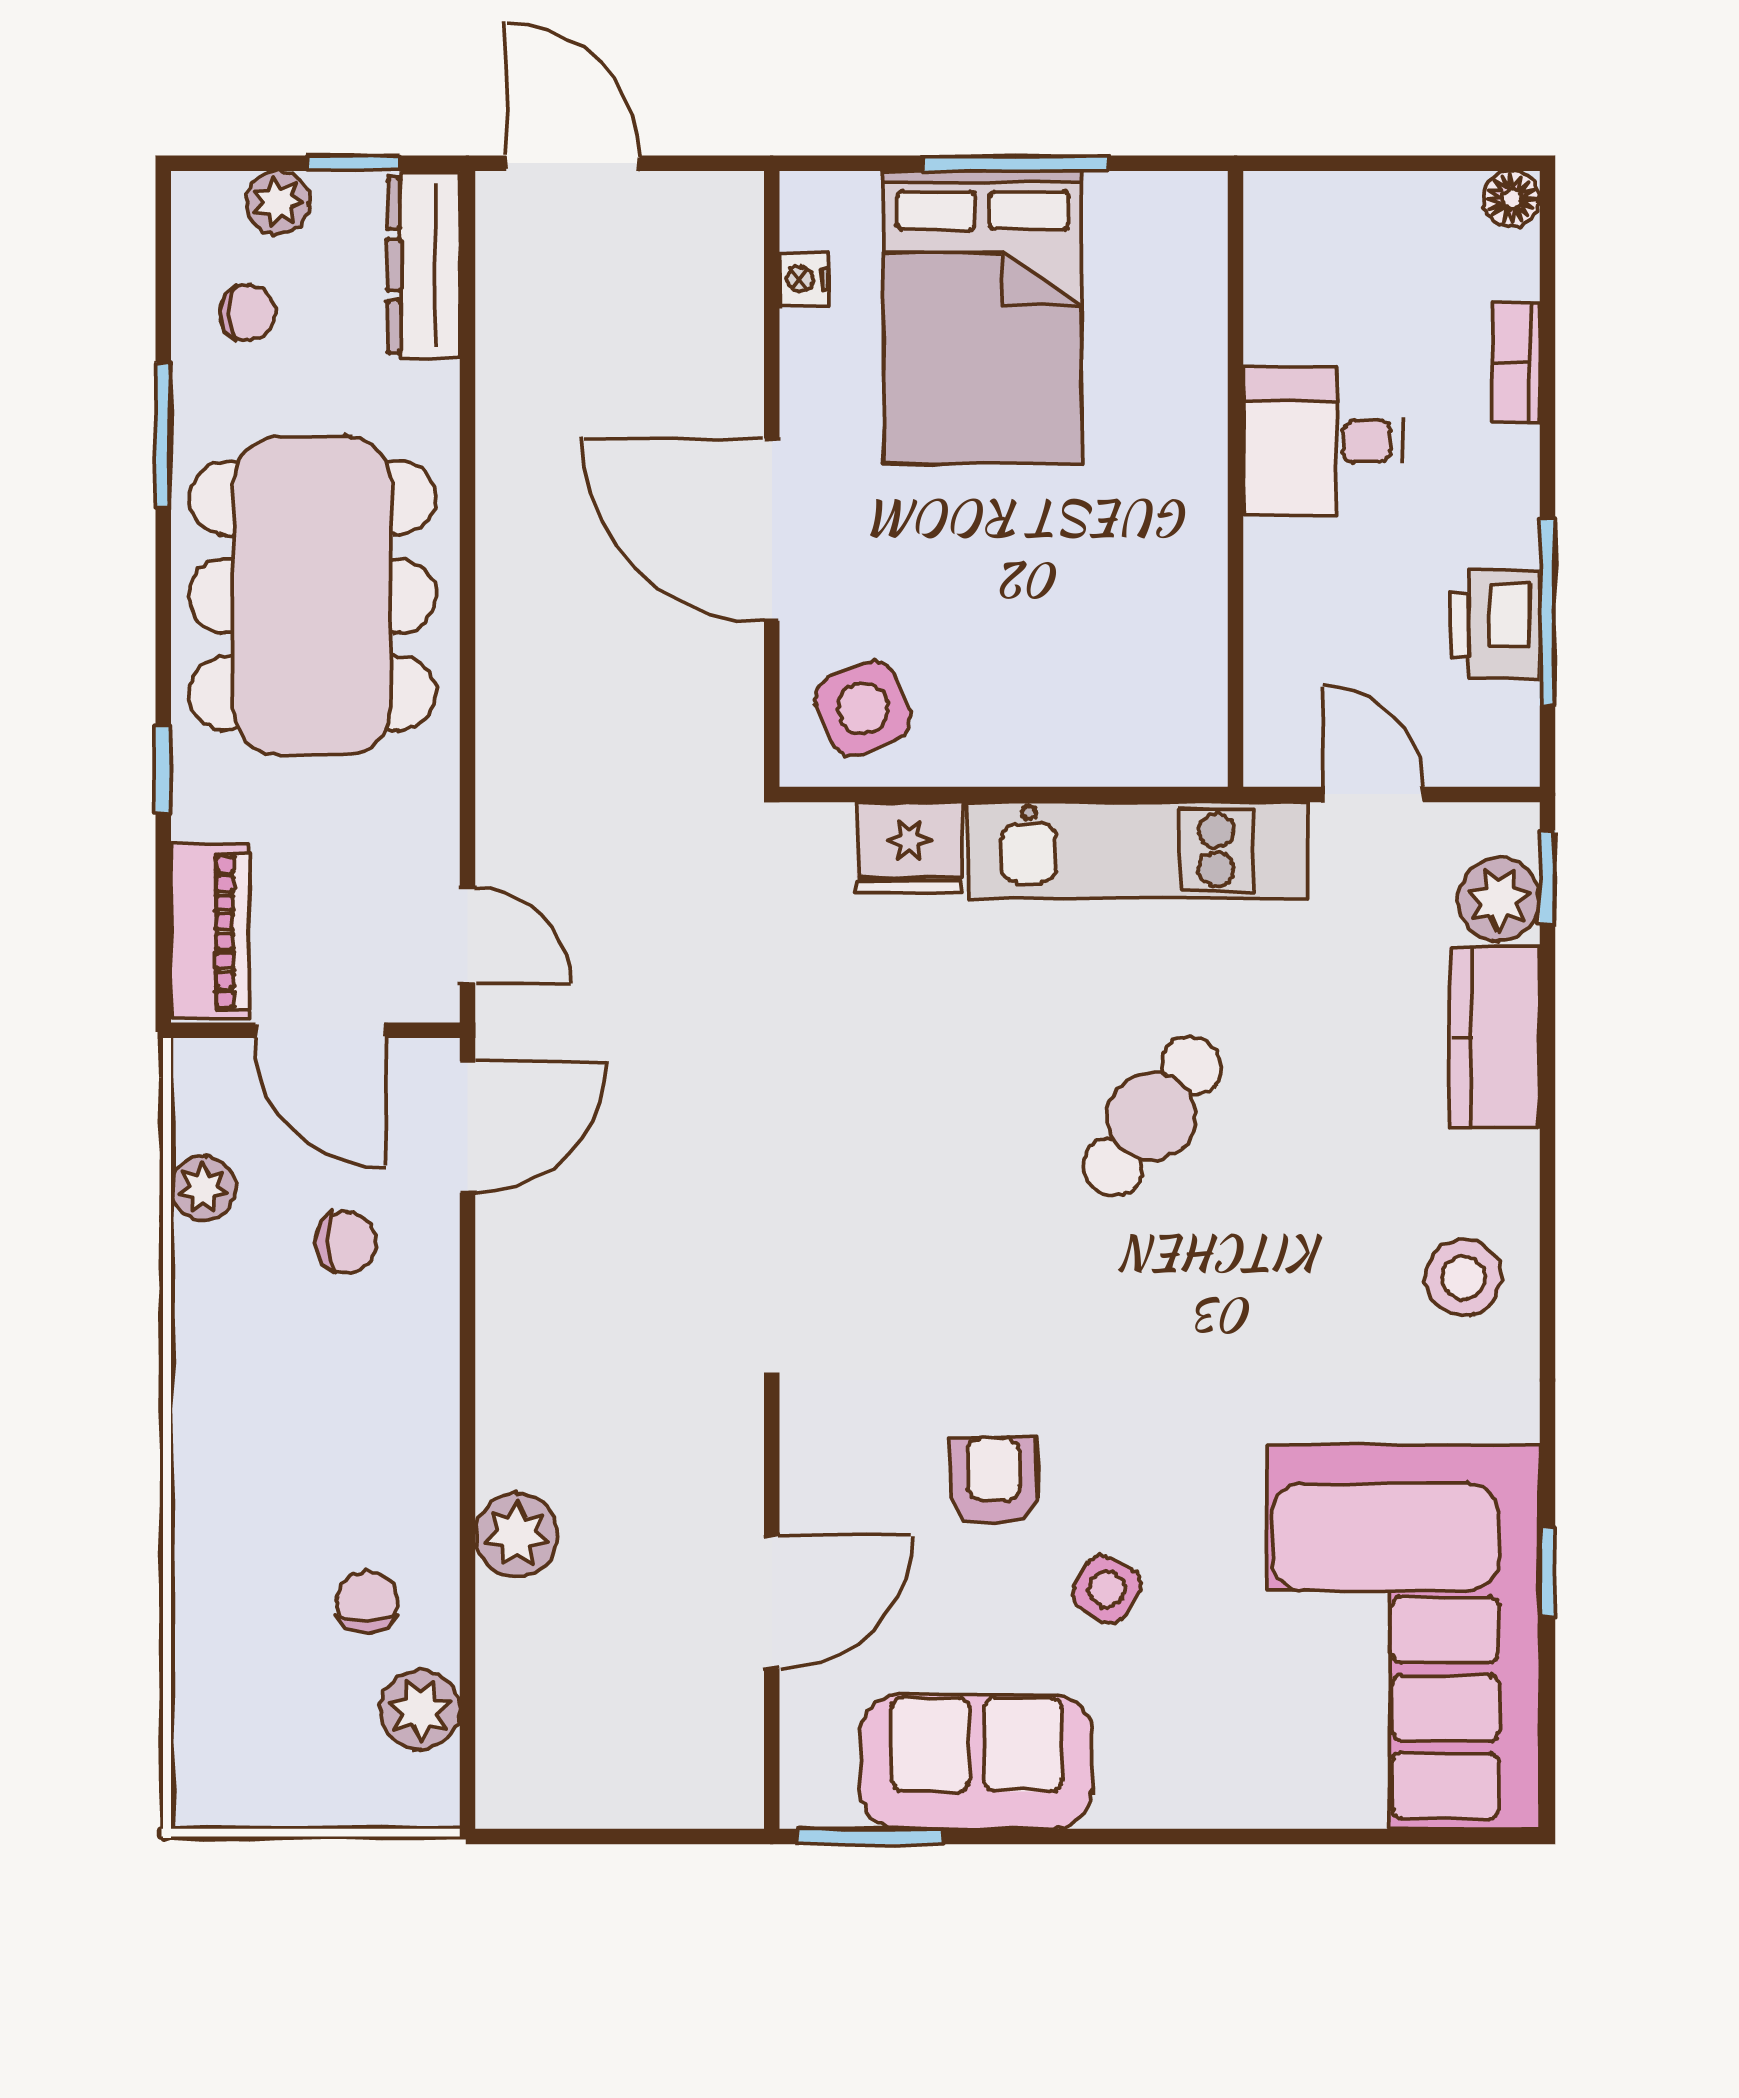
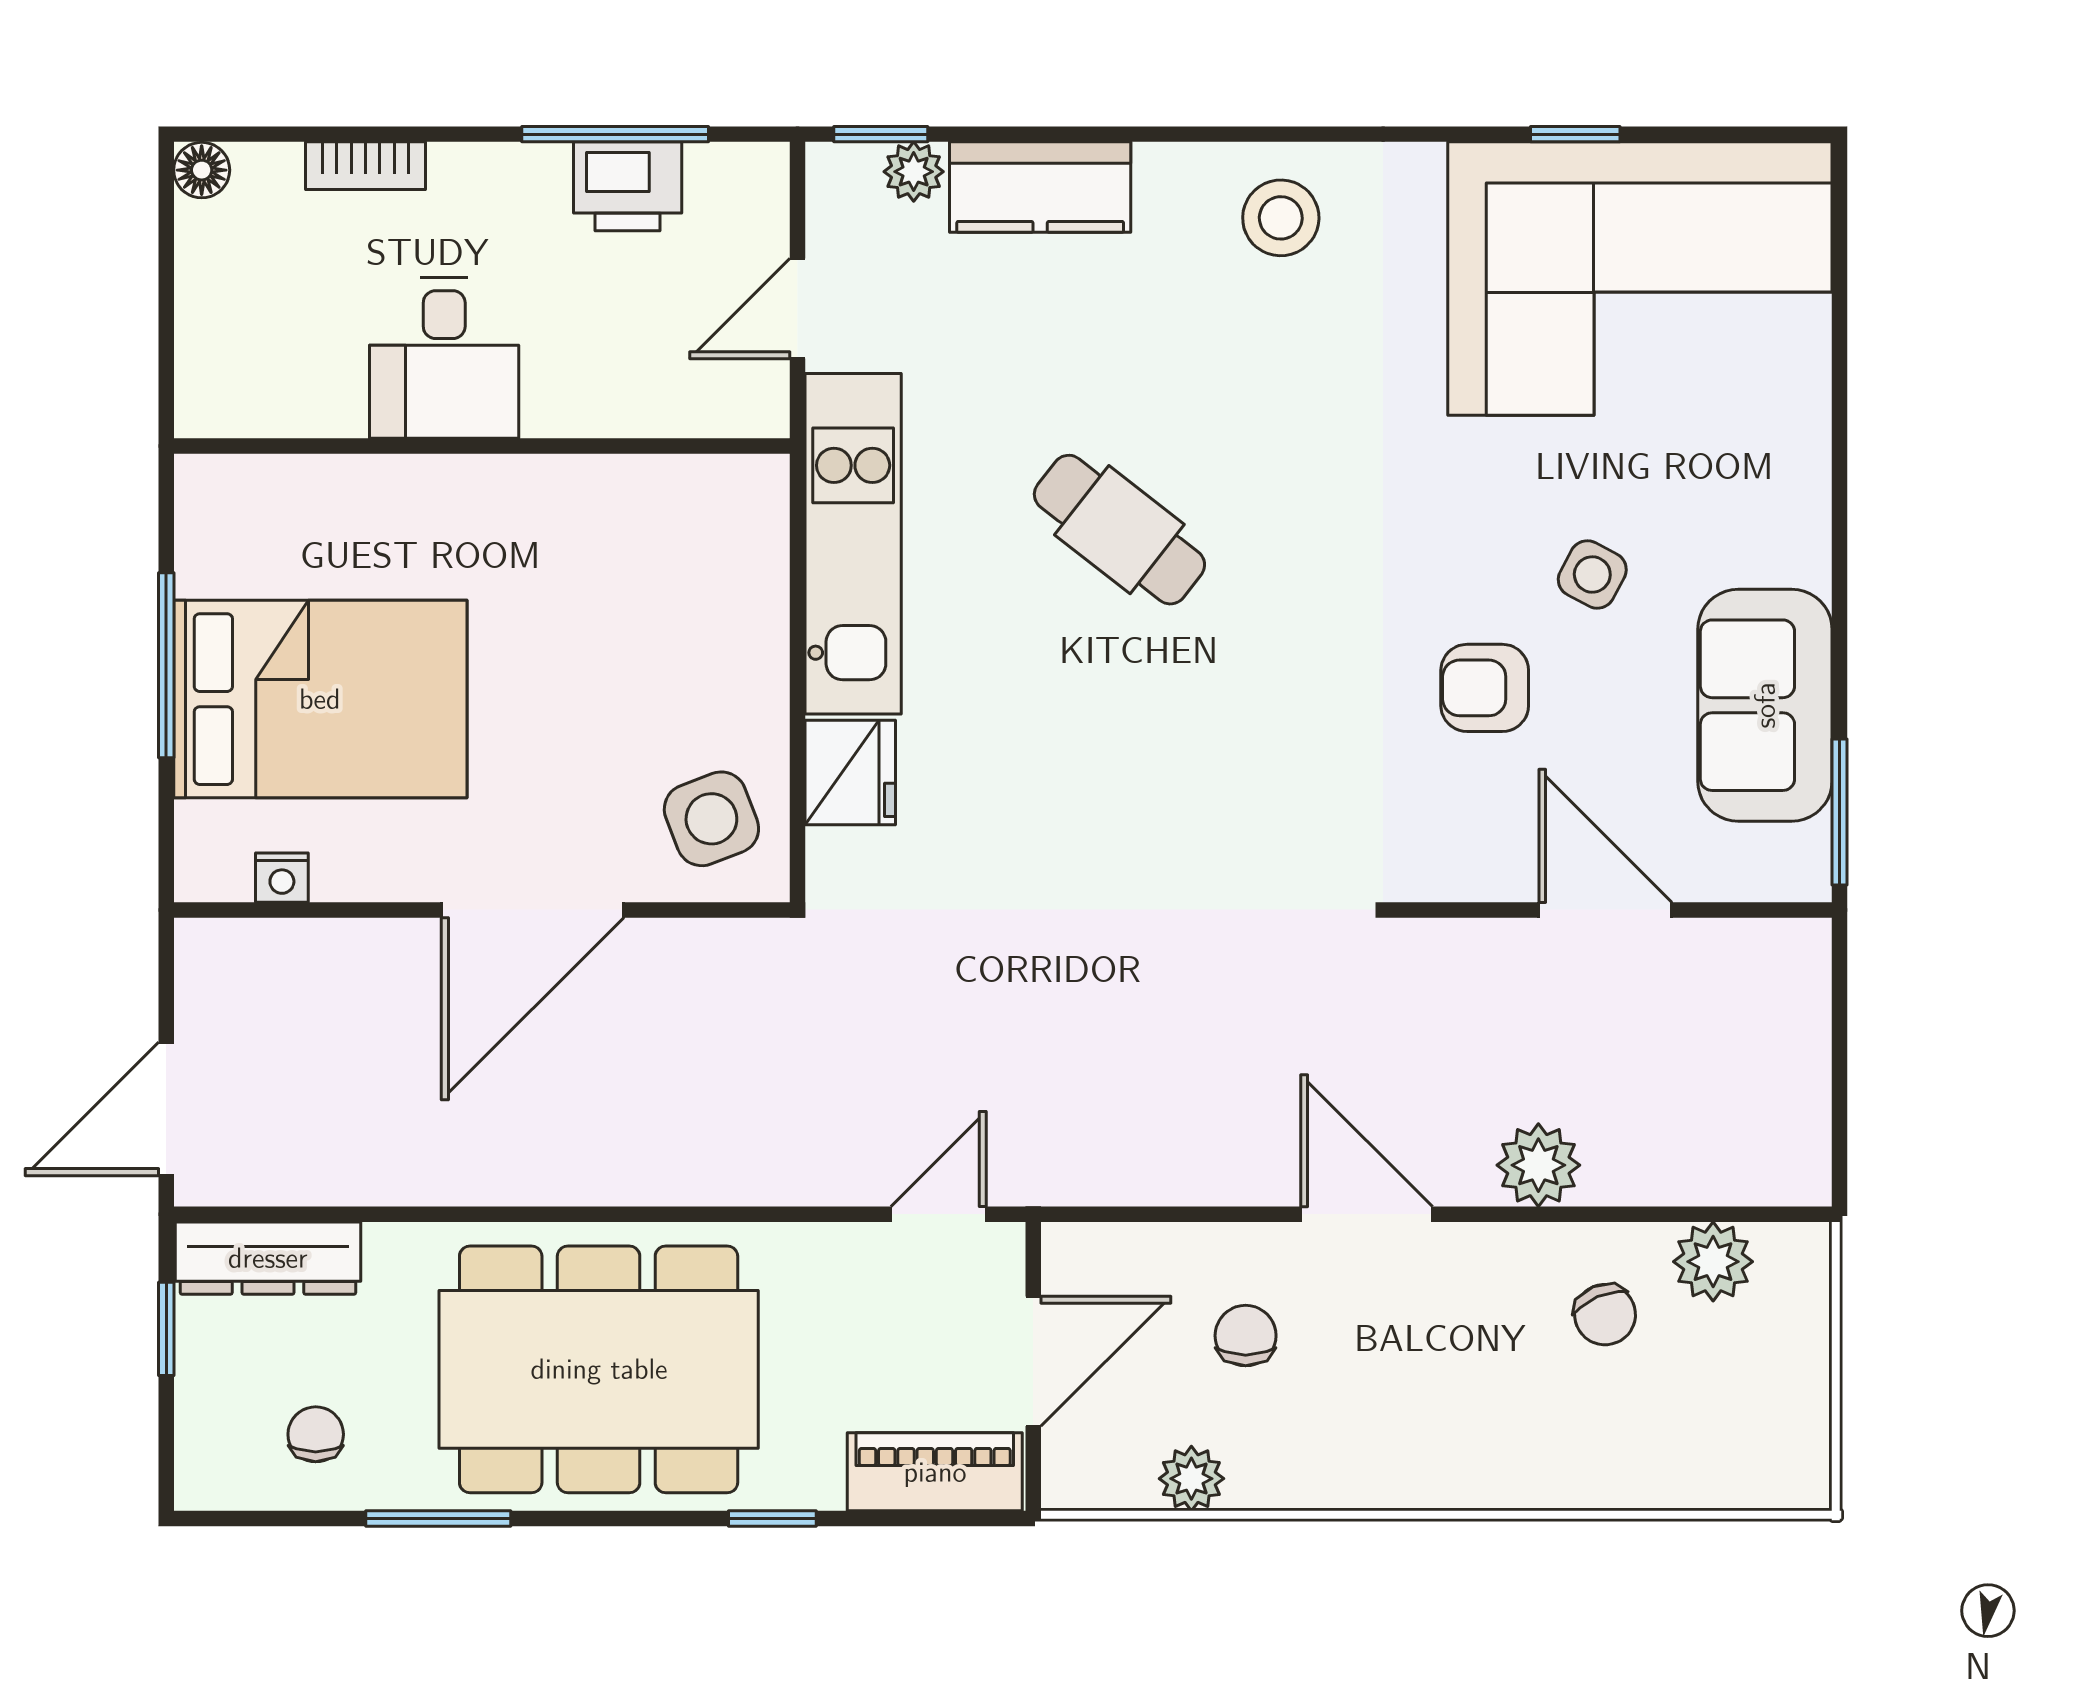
plant: (278, 203) -> (205, 1404), removed
plant: (1499, 899) -> (914, 172), width x0.73, depth x0.73
door: (467, 1127) -> (1367, 1214), moved
chair: (367, 1602) -> (1605, 1315), turned -113

